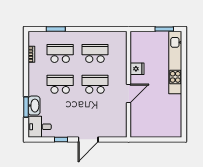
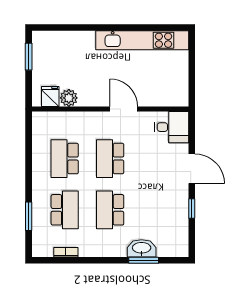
school desk: (60, 53) -> (65, 210), turned 180
plant: (136, 56) -> (69, 98), added
kitchen unit: (175, 62) -> (142, 40), moved
fridge: (137, 69) -> (50, 96), moved
desk: (40, 127) -> (172, 127), moved, turned -90

